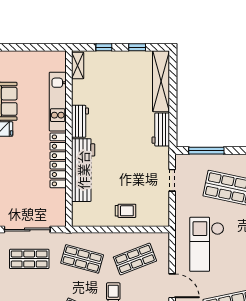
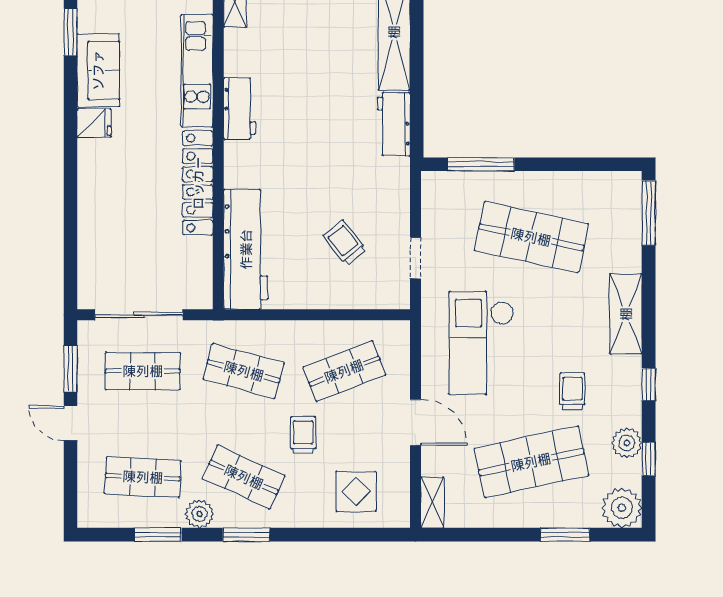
workbench: (83, 170) -> (246, 249), moved
doorway: (172, 180) -> (415, 258), moved
trolley: (125, 211) -> (345, 243), moved, turned -128

